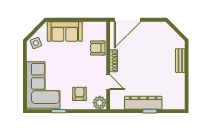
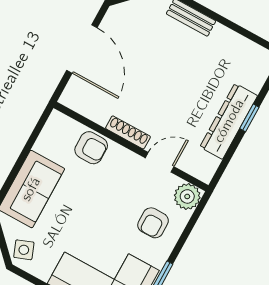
door: (128, 20) -> (82, 49), moved
armchair: (98, 48) -> (91, 148), turned -90
armchair: (79, 94) -> (153, 223), turned -90

